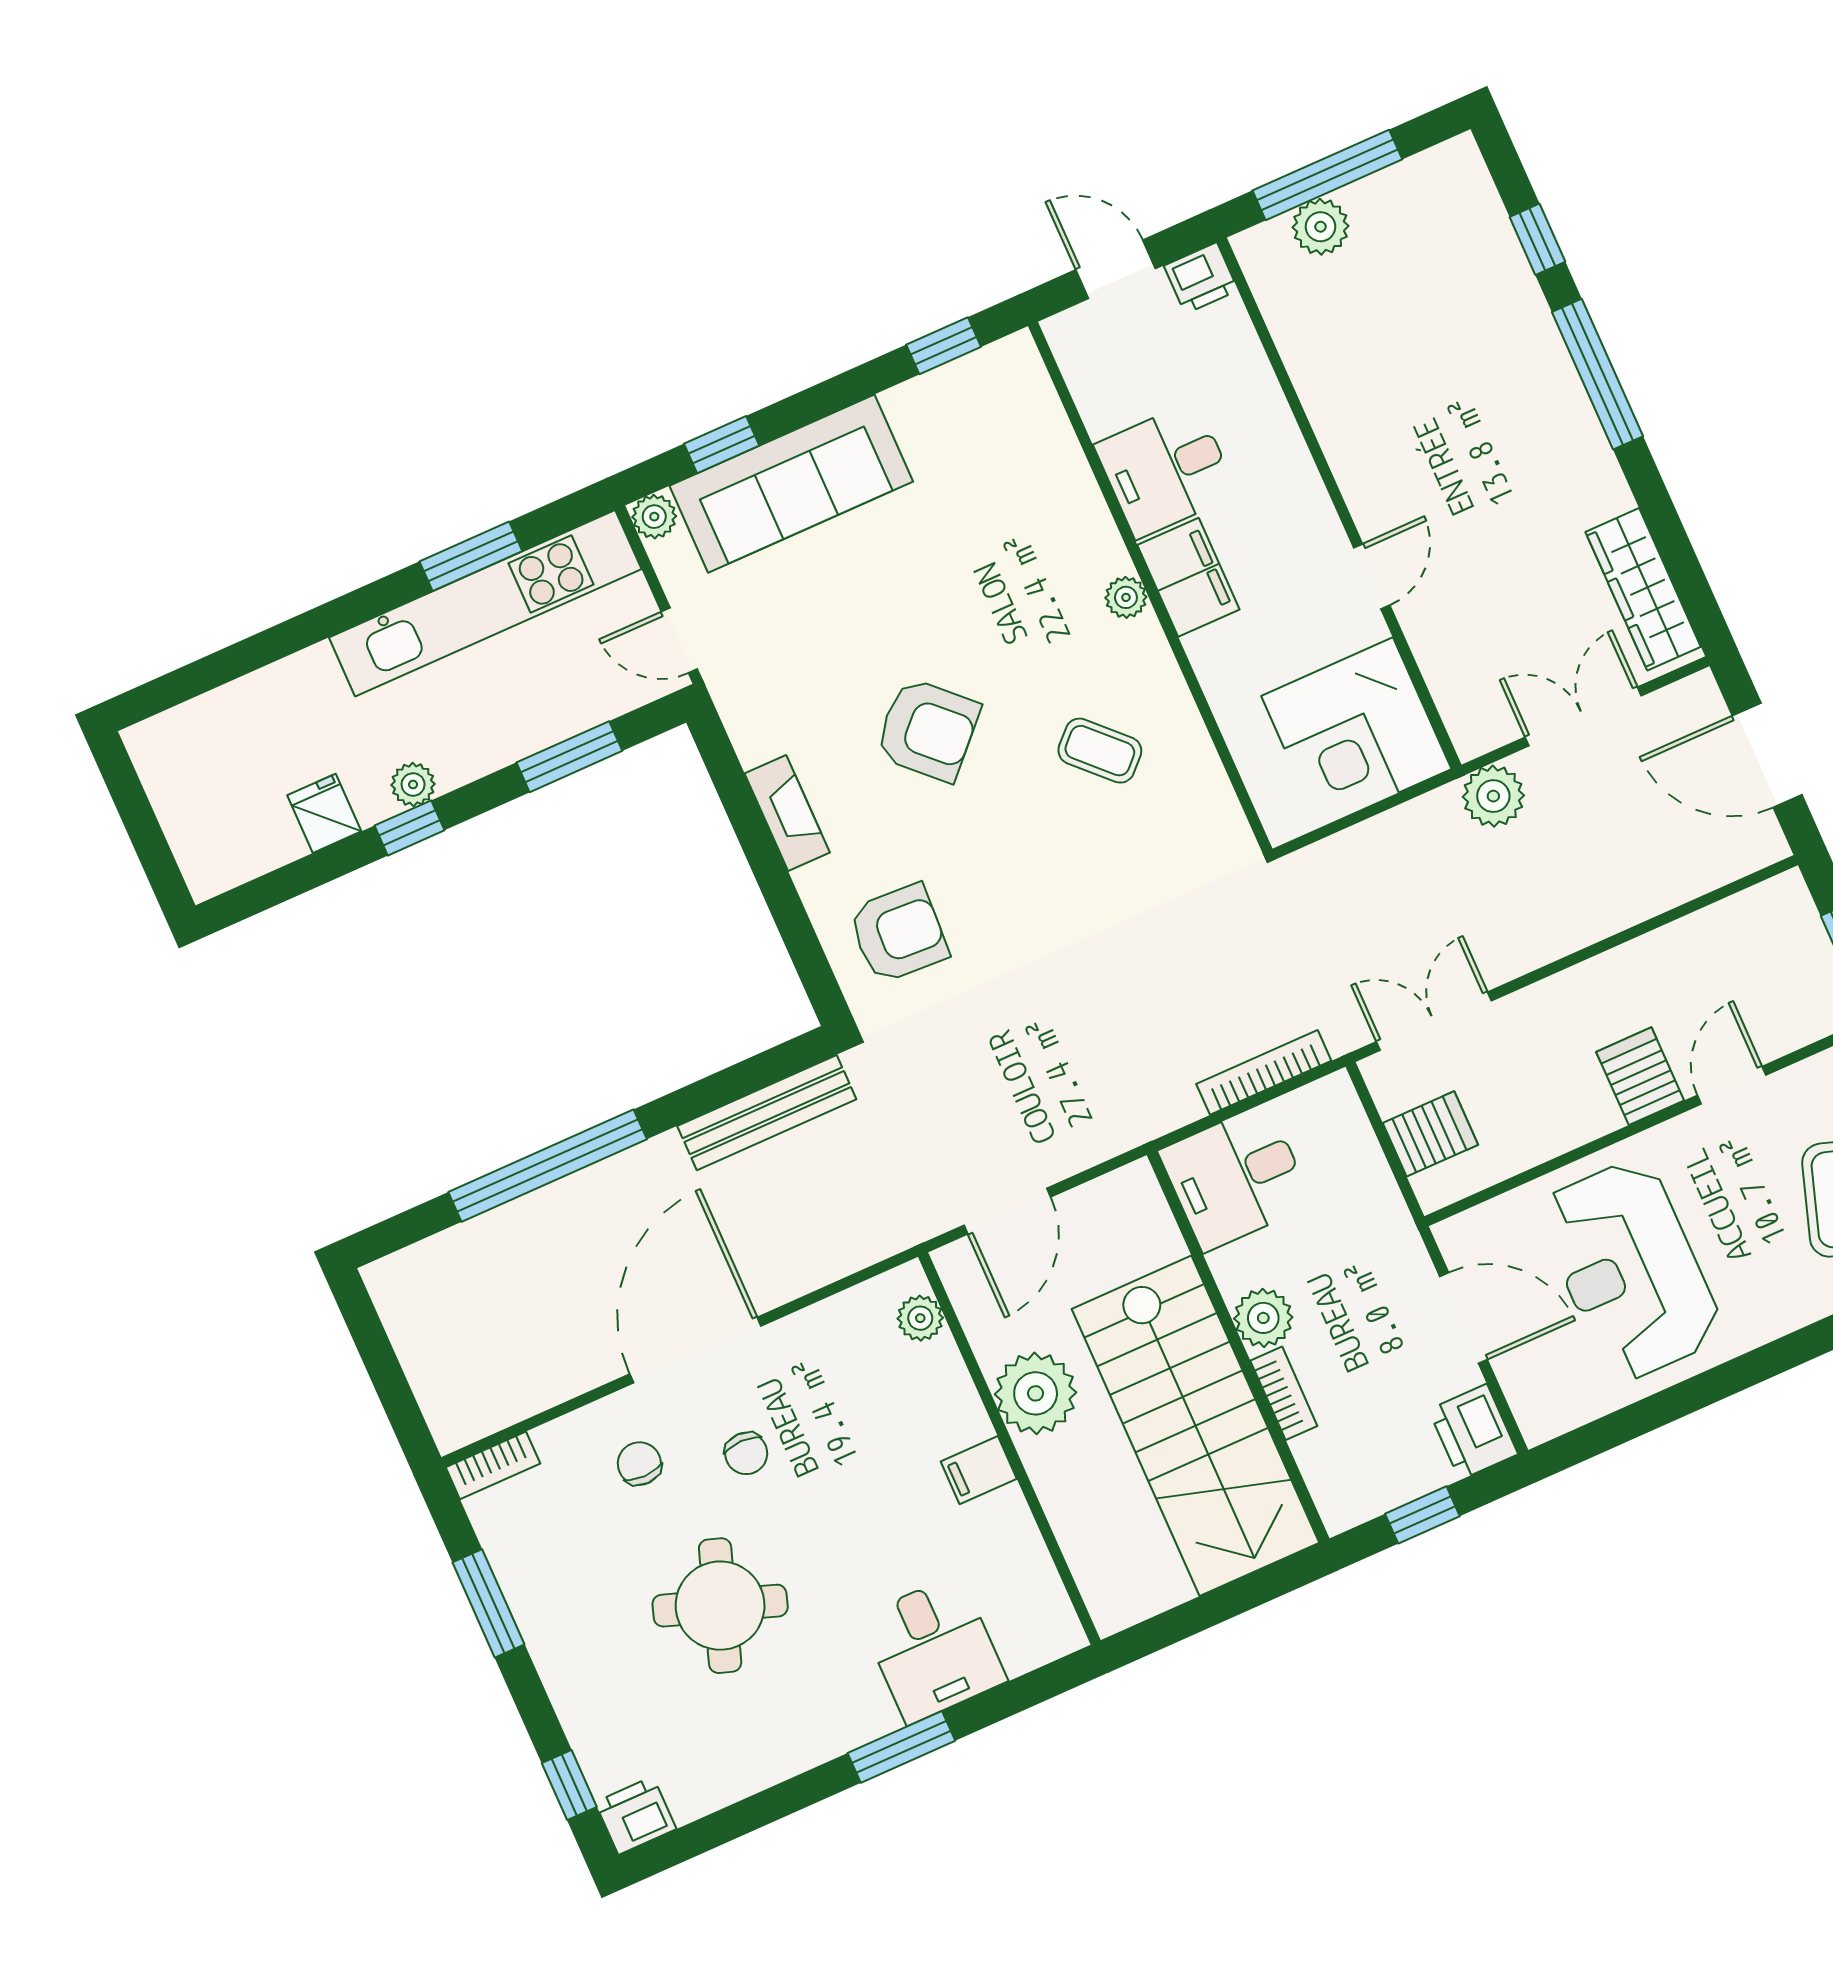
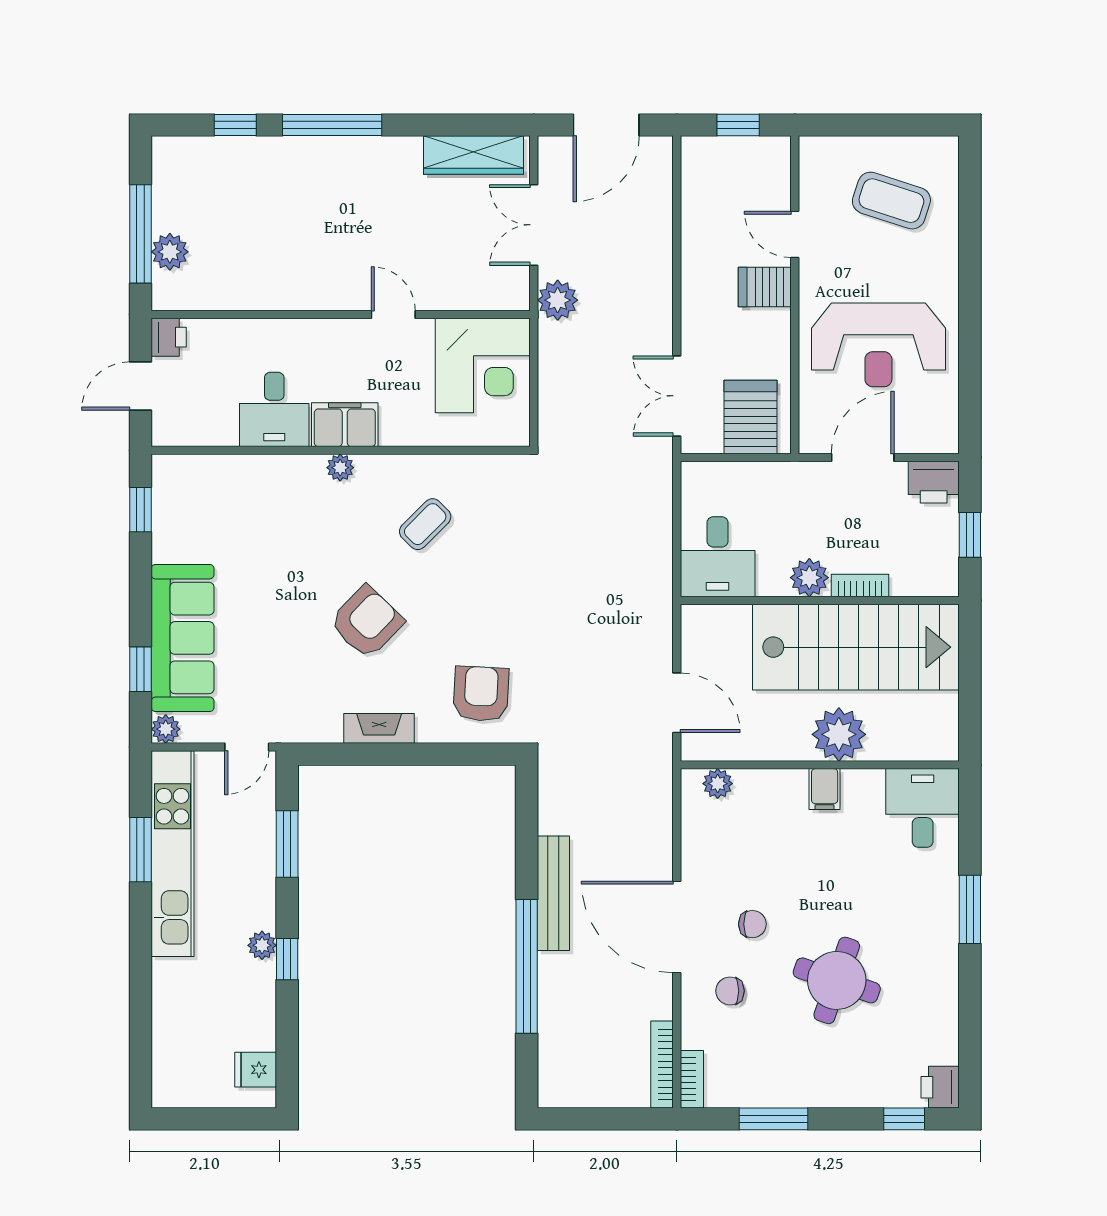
fridge: (324, 813) -> (256, 1070), moved
bookcase: (1264, 1072) -> (662, 1065), moved
bench: (767, 1113) -> (553, 893), moved
server rack: (1430, 1134) -> (750, 417), width x1.36, depth x1.44
plant: (1036, 1393) -> (839, 734), moved
desk: (933, 1649) -> (923, 808), moved, turned -90

